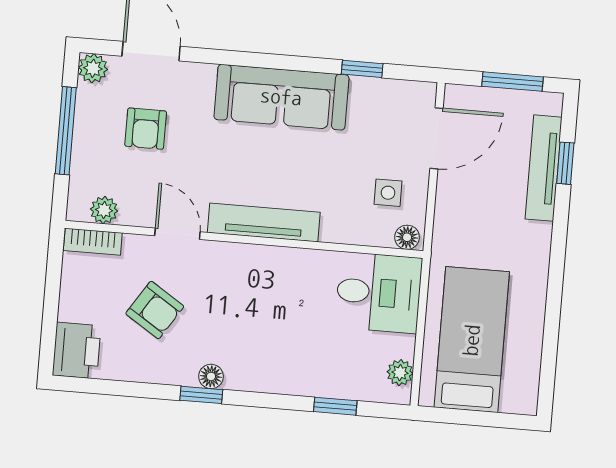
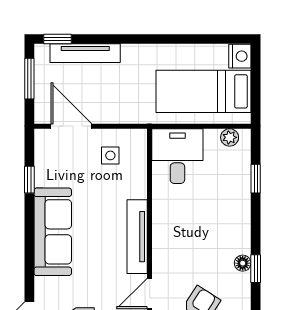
window: (565, 163) -> (57, 39), moved
floor lamp: (407, 237) -> (139, 140), removed
nightstand: (520, 398) -> (240, 56), added

